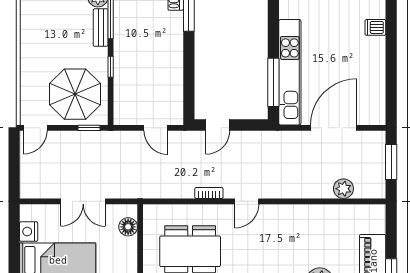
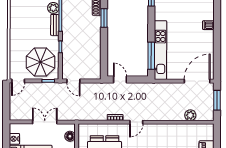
door: (218, 125) -> (120, 79), swing flipped
door: (156, 128) -> (73, 81), moved
door: (334, 128) -> (197, 81), moved
double door: (83, 201) -> (45, 122), swing flipped

